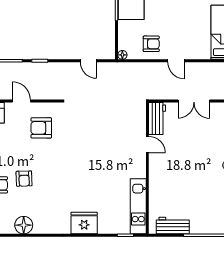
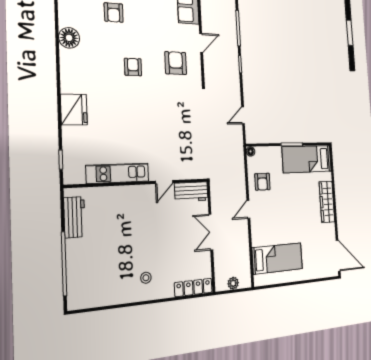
armchair: (24, 179) -> (133, 67), moved, turned 92
kitchen unit: (138, 206) -> (118, 173), moved

